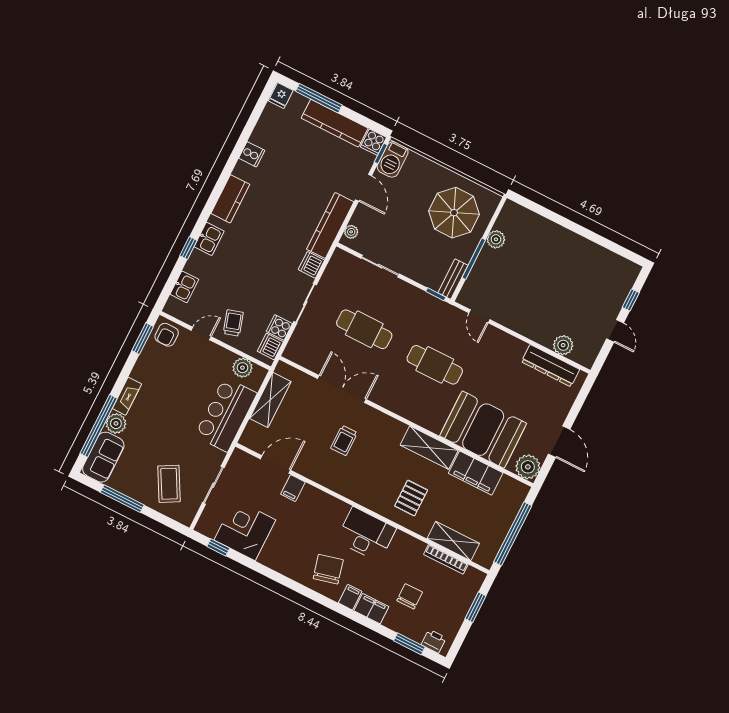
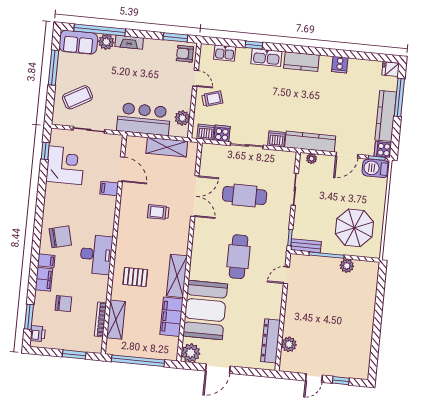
kitchen sink: (209, 239) -> (266, 57), width x1.38
cafe table: (364, 329) -> (245, 196), turned 90

